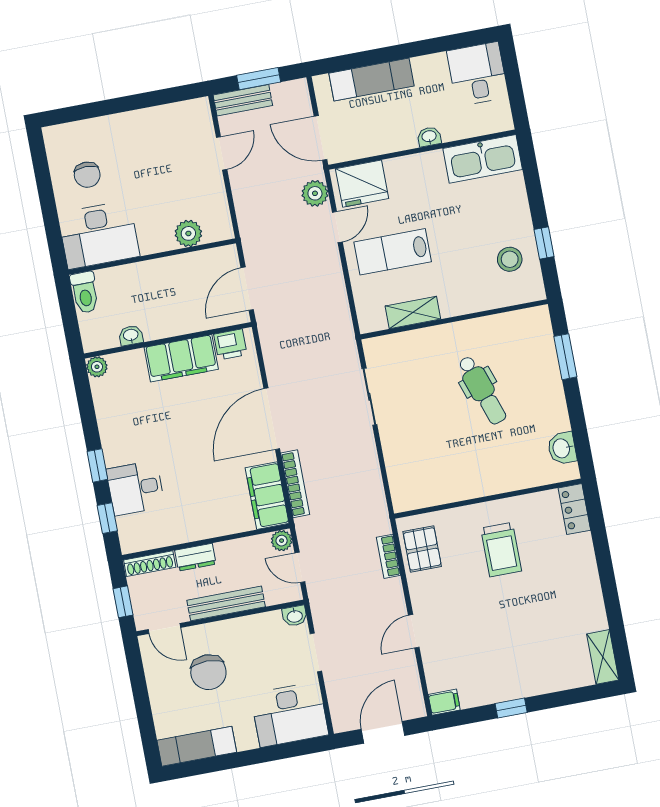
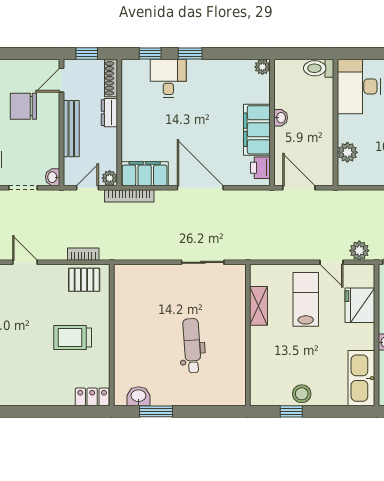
fridge: (362, 184) -> (360, 305), moved
stool: (510, 259) -> (302, 394), moved
washbasin: (131, 335) -> (281, 118), moved
window: (565, 357) -> (156, 411), moved
dental chair: (482, 390) -> (192, 346), turned 105
bookcase: (295, 484) -> (129, 196), moved

